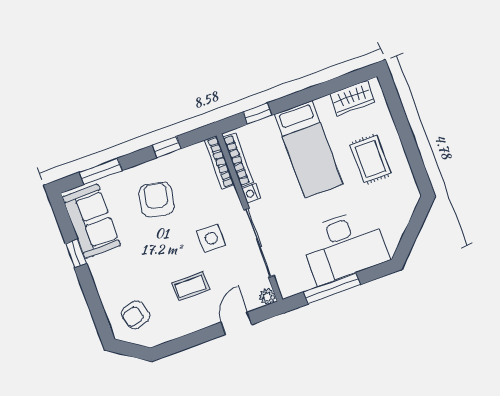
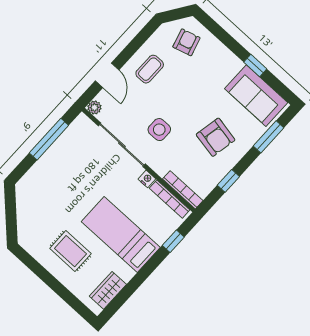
desk: (344, 246) -> (56, 176), removed
coffee table: (191, 286) -> (150, 69), moved

